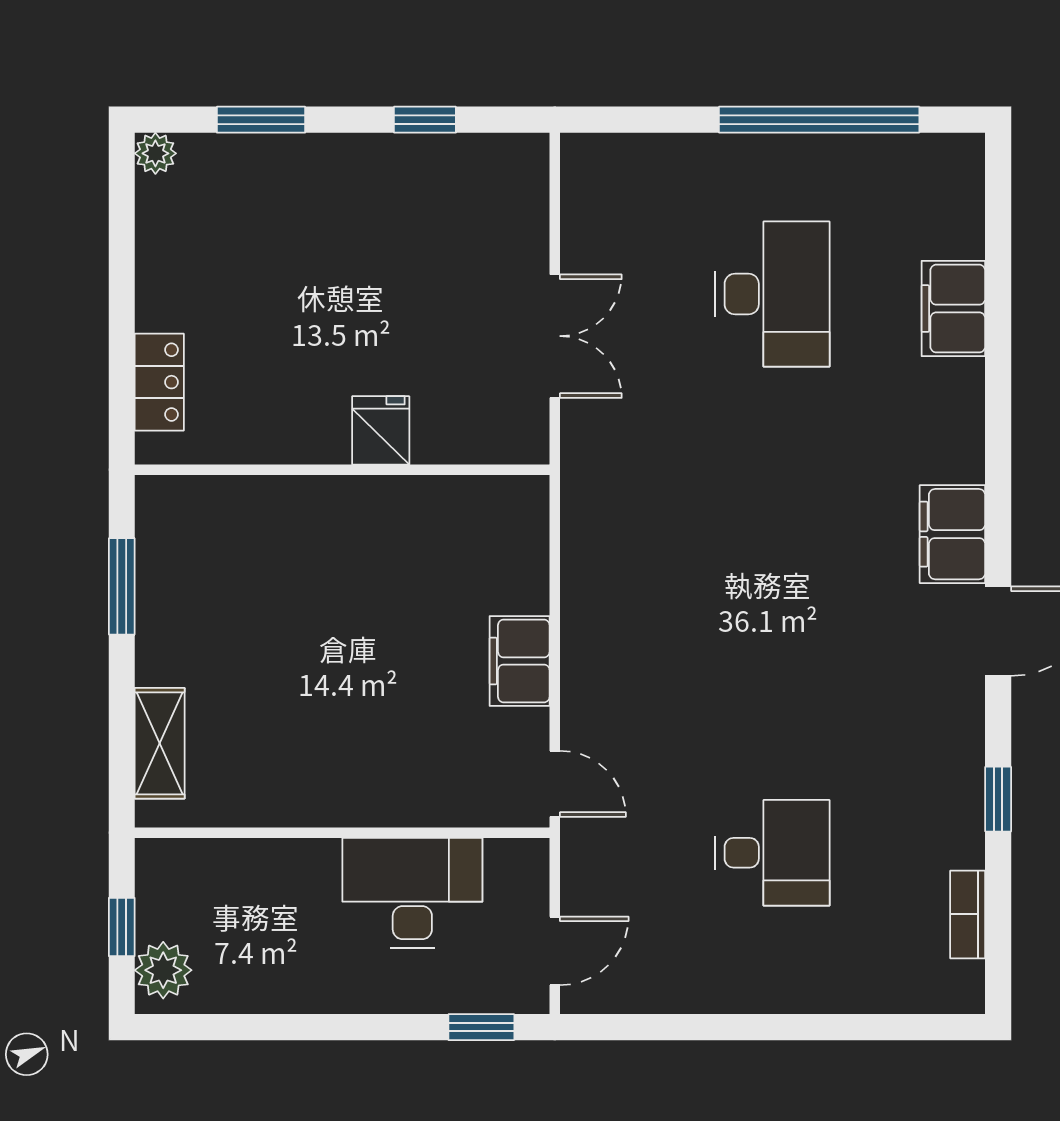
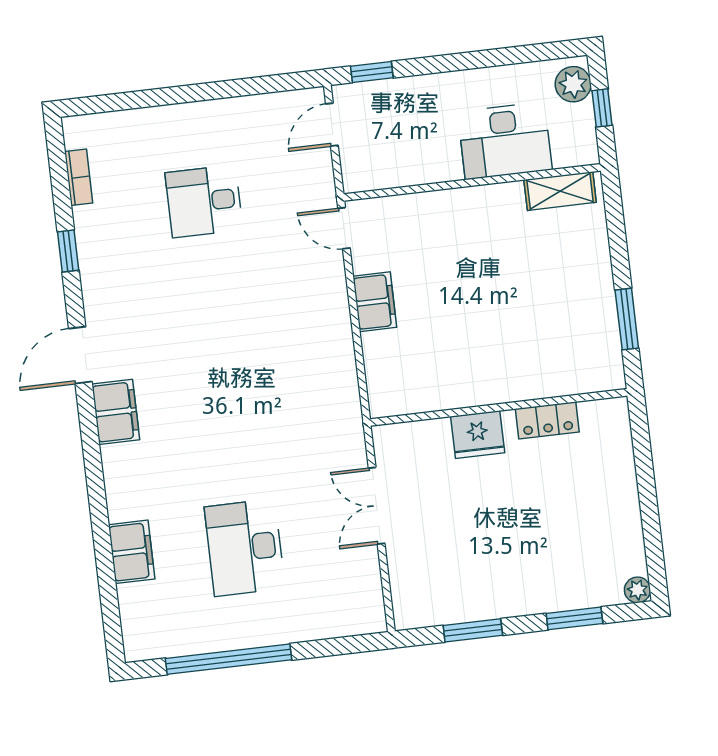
window: (425, 120) -> (473, 630), width x1.50
locker: (159, 382) -> (547, 420), moved, turned -90
fridge: (381, 430) -> (478, 435), width x1.38
shelving: (160, 743) -> (560, 191), moved, turned 90
desk: (412, 893) -> (505, 141), moved

